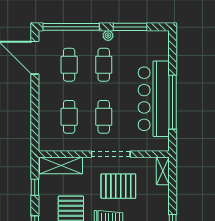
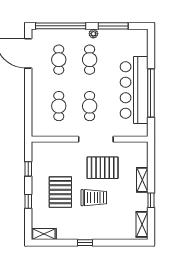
shelving: (61, 165) -> (52, 149), removed
shelving: (163, 171) -> (142, 180), moved

